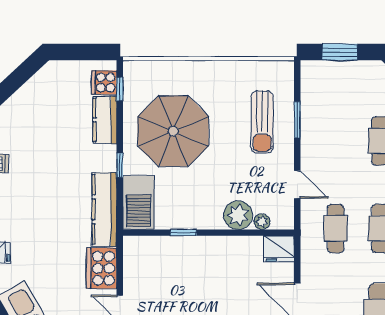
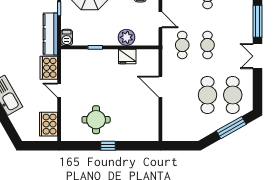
barbecue: (138, 203) -> (67, 37), width x0.53, depth x0.65
plant: (262, 222) -> (140, 41), removed
fridge: (279, 249) -> (127, 57), moved

